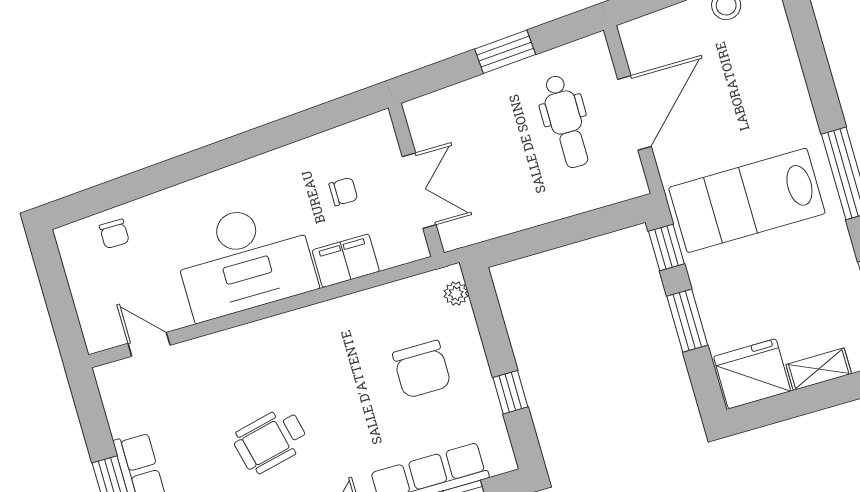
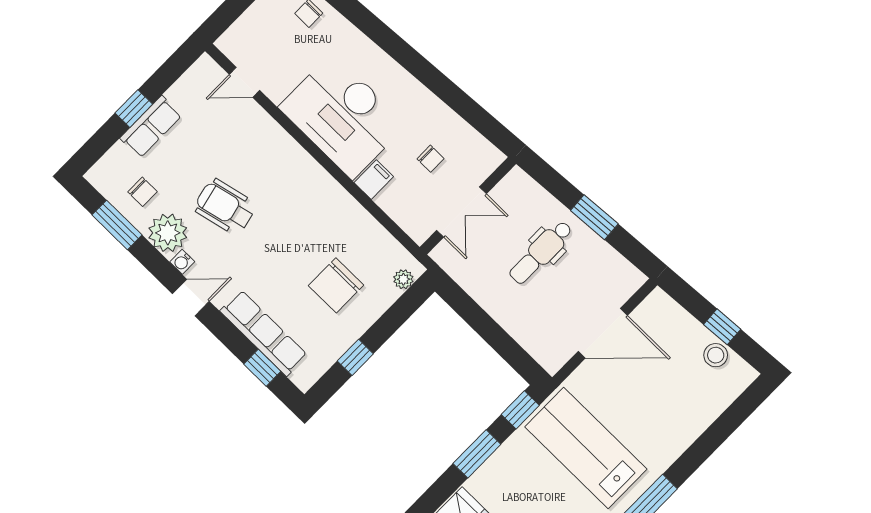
dental chair: (566, 121) -> (541, 252), moved
filing cabinet: (346, 261) -> (374, 180), width x0.50
door: (149, 344) -> (244, 82), swing flipped

